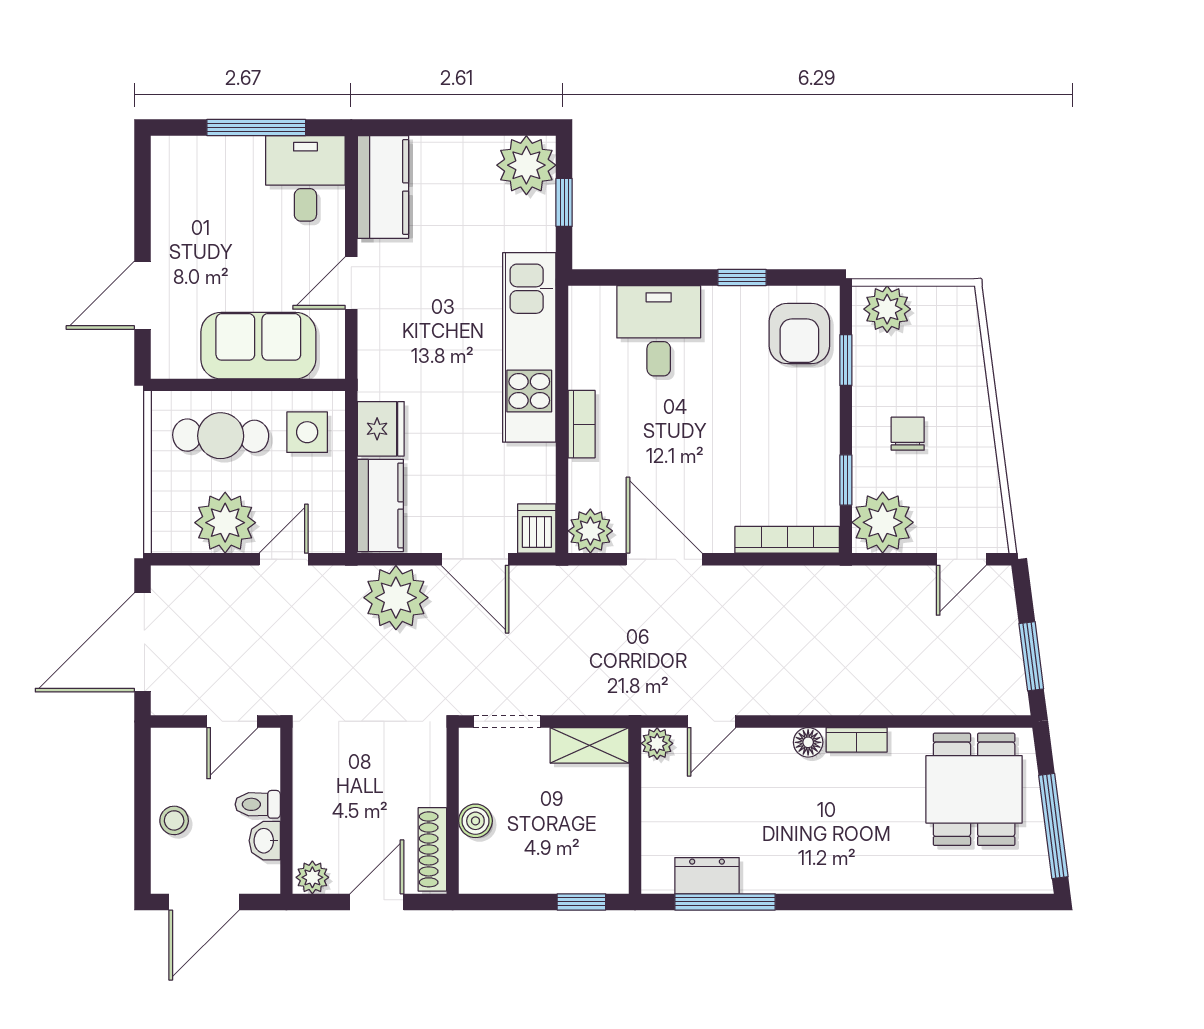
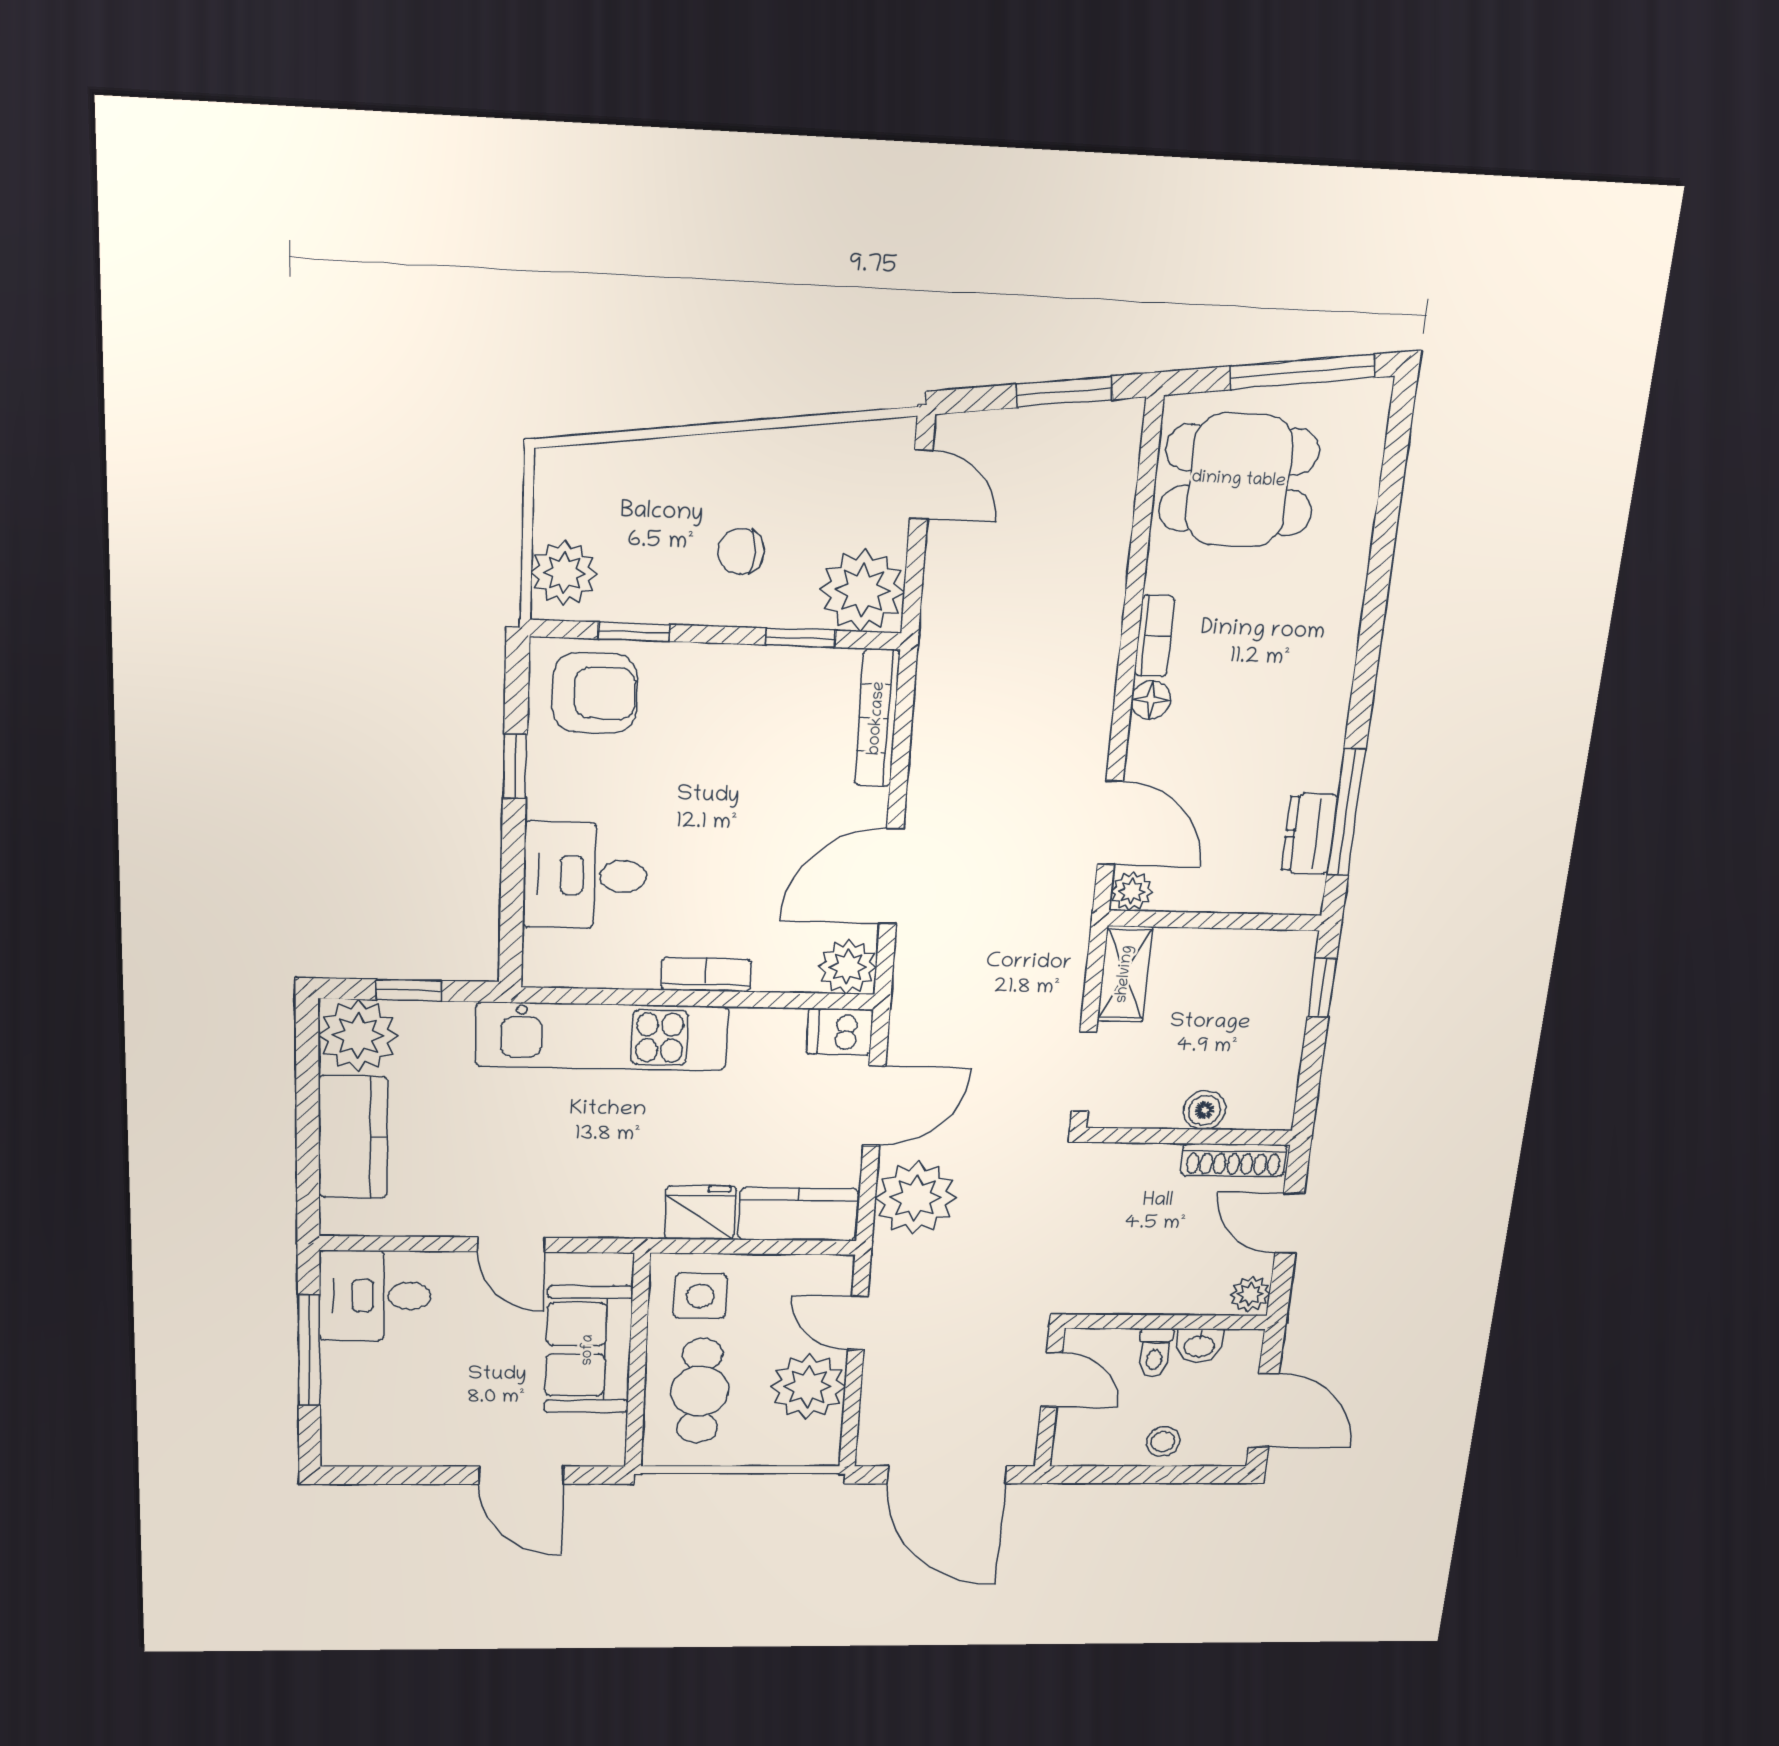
kitchen counter: (383, 187) -> (353, 1137), moved, turned 90
door: (712, 721) -> (1110, 823), width x1.37

